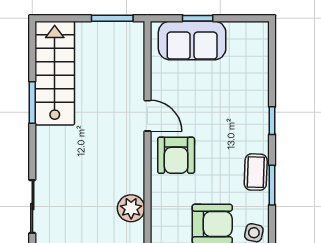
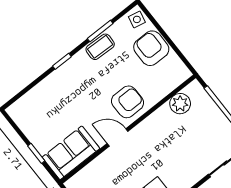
sofa: (192, 41) -> (71, 153), moved, turned -90
door: (147, 116) -> (118, 137), hinge flipped

